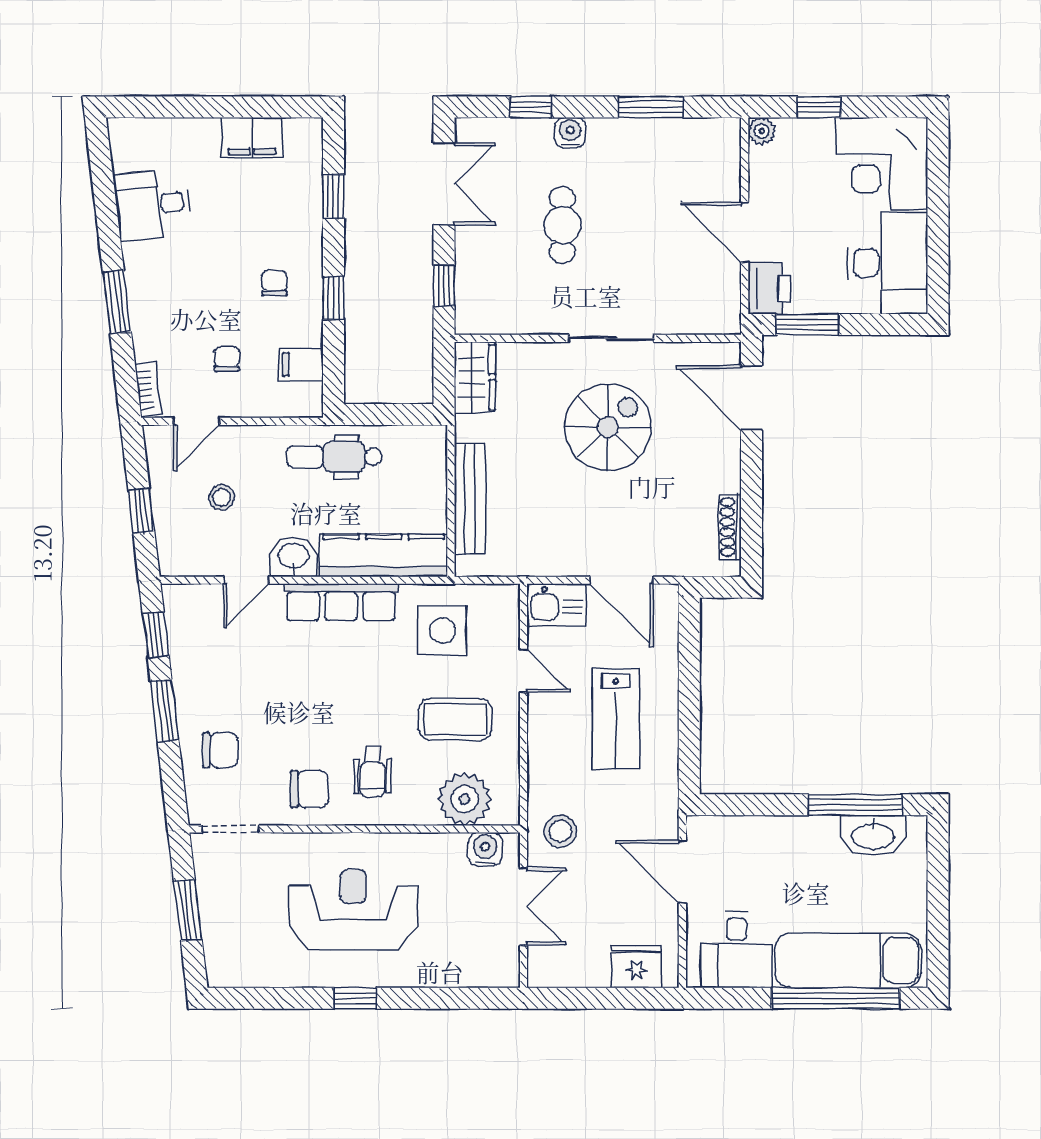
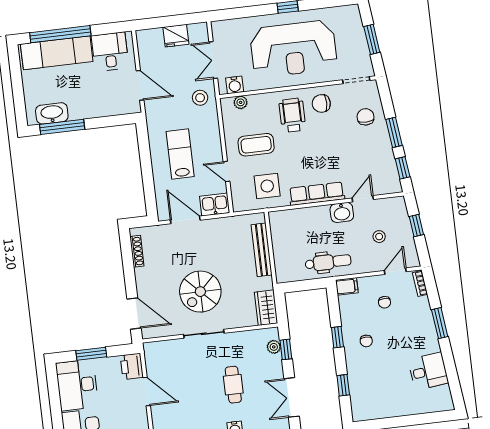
filing cabinet: (252, 137) -> (385, 409), removed
plant: (469, 294) -> (274, 347), added
window: (807, 325) -> (91, 354), moved
filing cabinet: (301, 365) -> (347, 286), moved
kitchen counter: (384, 555) -> (299, 218), removed
chair: (220, 750) -> (365, 117), turned 90
wheelchair: (372, 772) -> (292, 115), width x1.36, depth x1.37
plant: (465, 799) -> (241, 102), width x0.53, depth x0.53
reception desk: (353, 910) -> (294, 49), width x1.36, depth x1.30
fridge: (637, 967) -> (176, 36), moved

